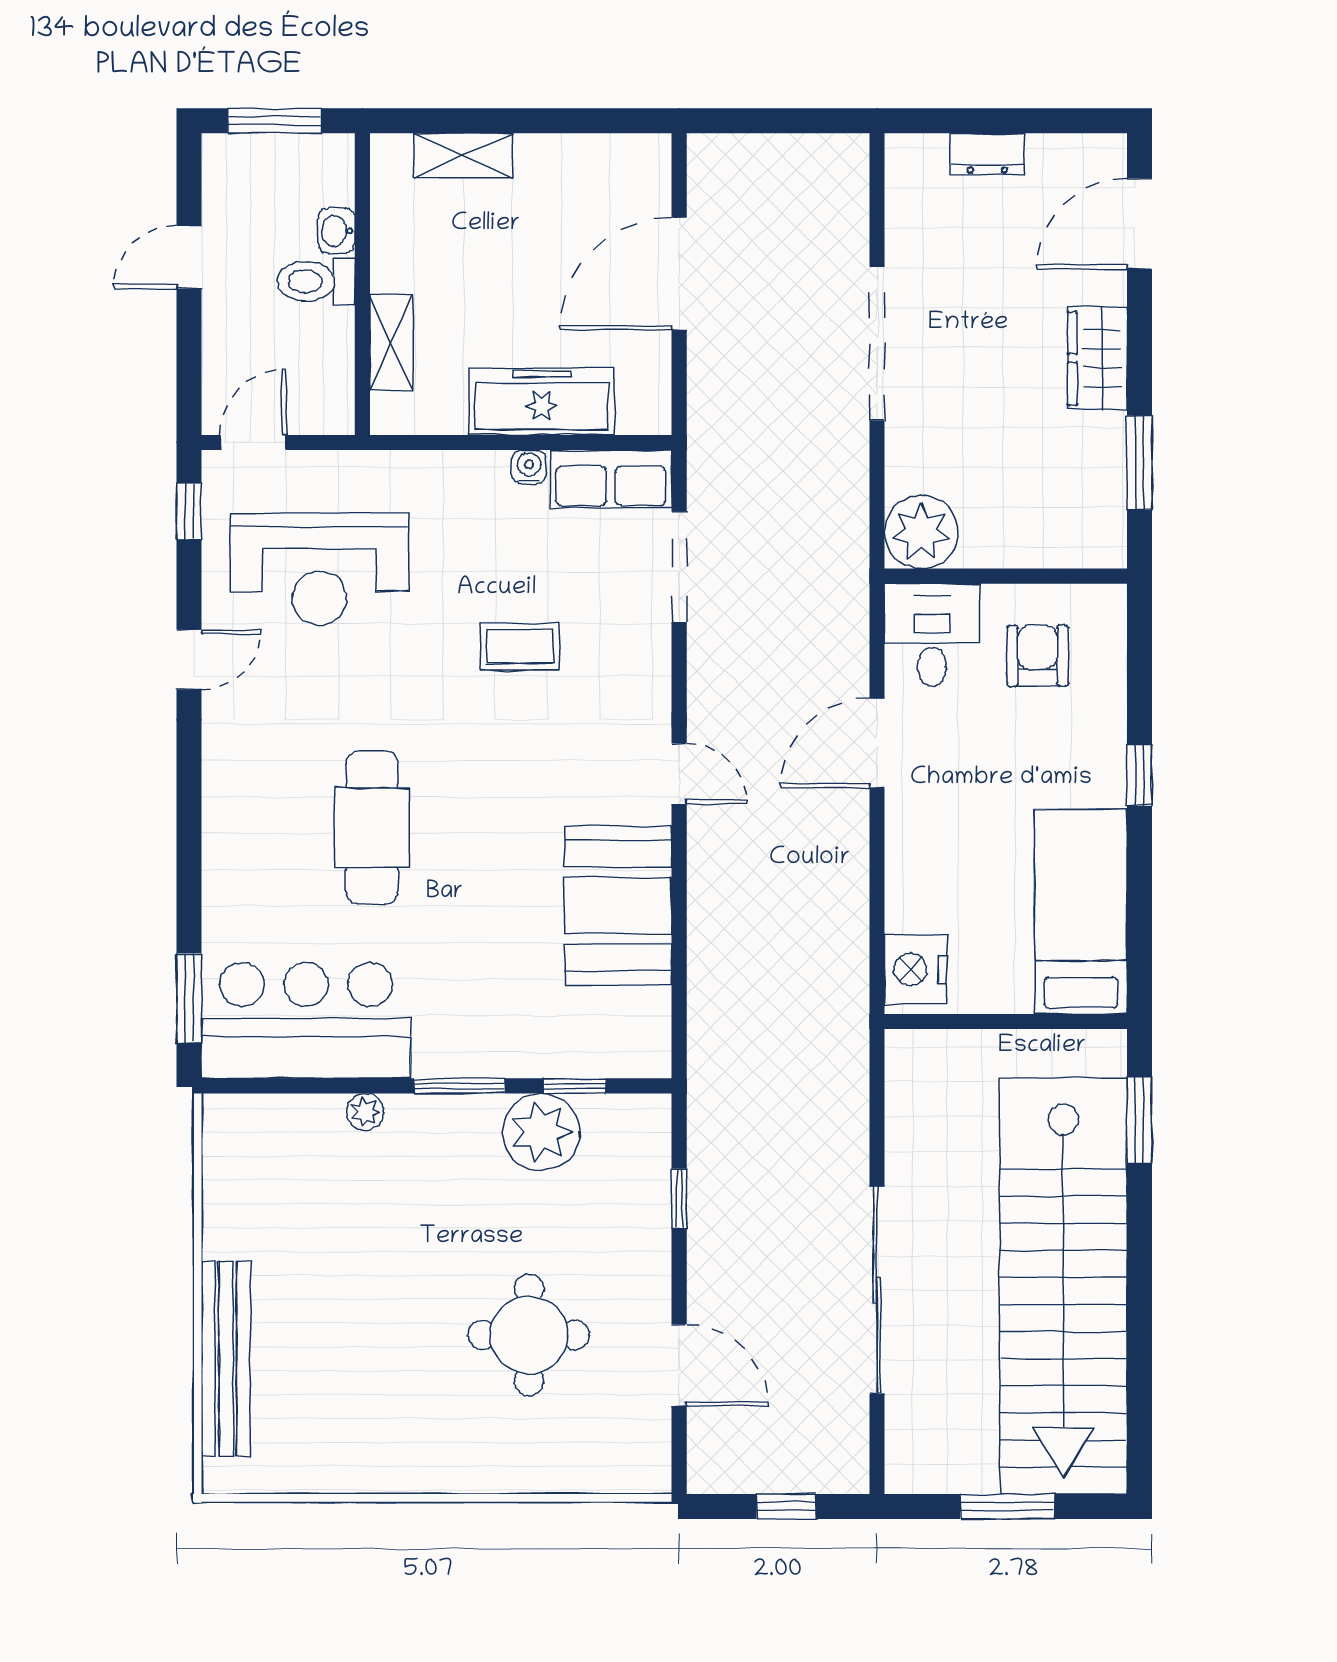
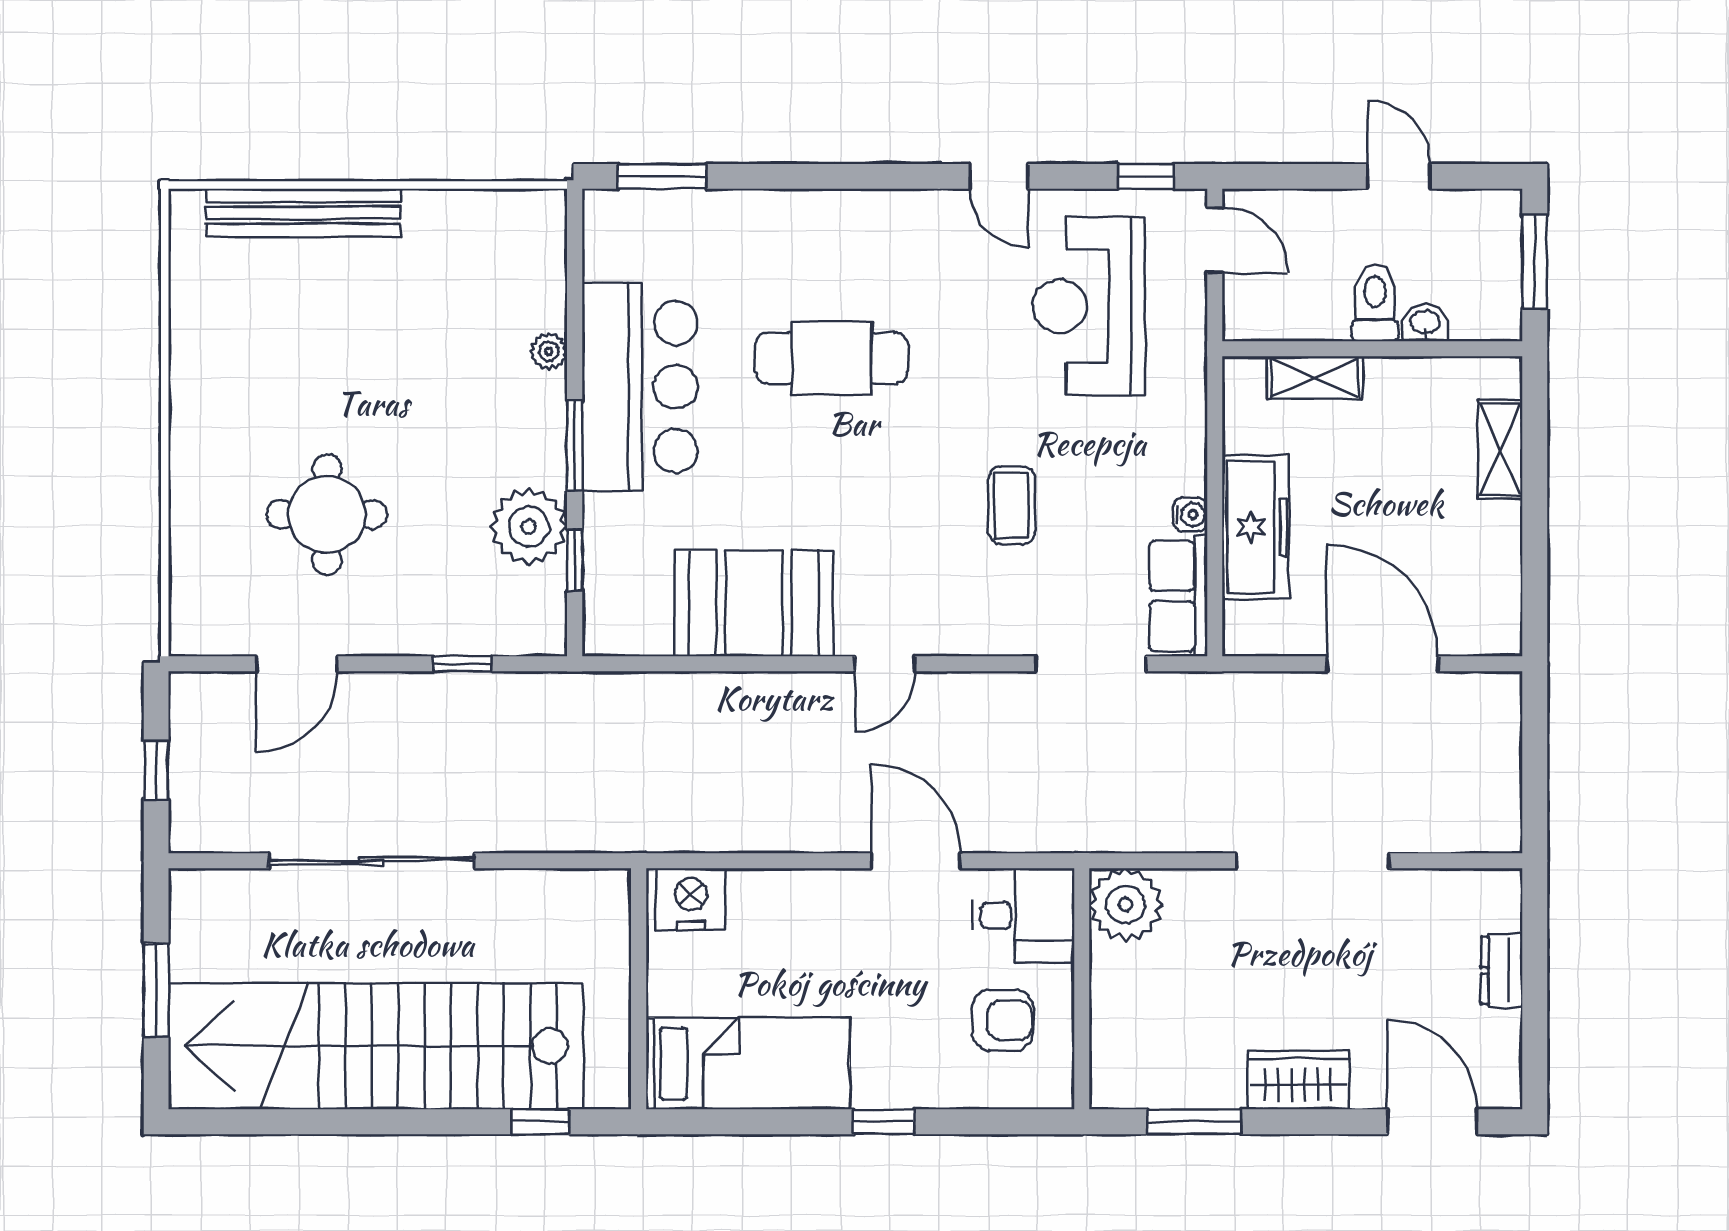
bar counter: (306, 1020) -> (640, 387), moved
window: (1139, 1120) -> (540, 1122), width x0.67

